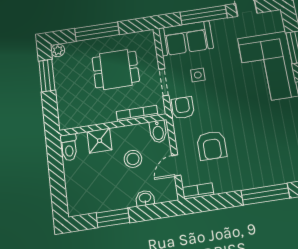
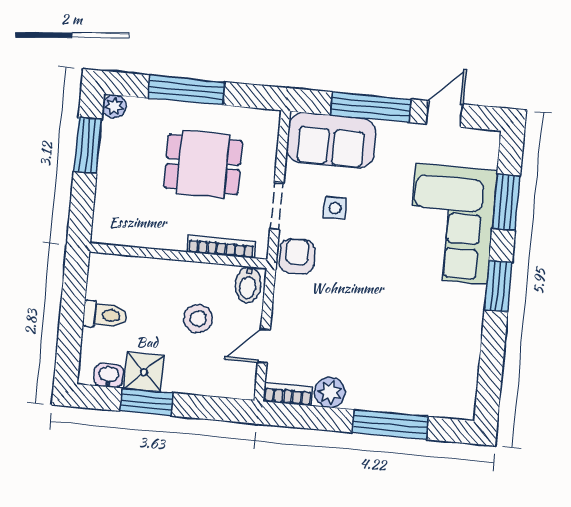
shower: (100, 141) -> (144, 372), moved
armchair: (212, 146) -> (328, 329), removed
toilet: (69, 147) -> (105, 315), moved, turned -90
plant: (223, 184) -> (330, 392), added
washbasin: (145, 198) -> (109, 376), moved

